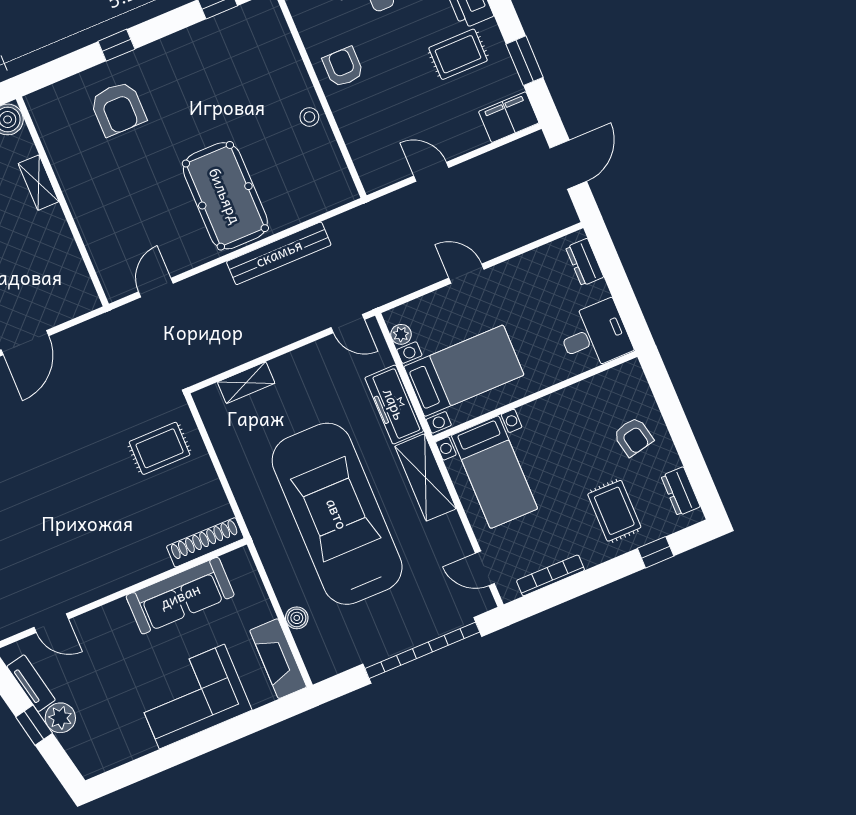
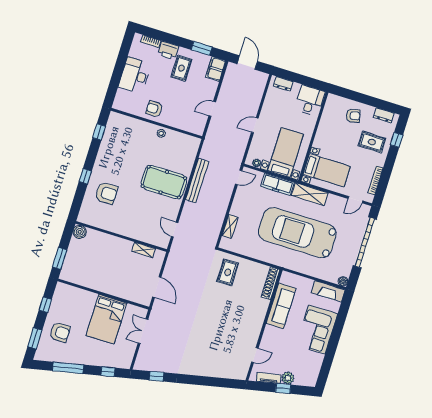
shelving: (38, 183) -> (144, 250), moved
boiler: (297, 618) -> (343, 281), moved

